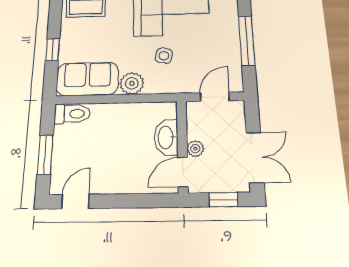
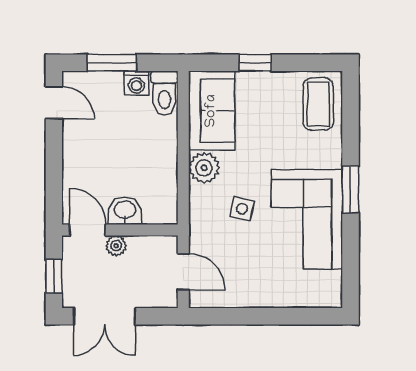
window: (247, 40) -> (261, 316), removed
washing machine: (63, 135) -> (136, 83), added
washbasin: (166, 137) -> (125, 211), width x0.72

